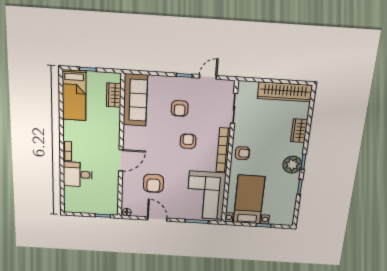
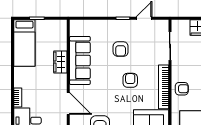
wardrobe: (114, 95) -> (60, 62), moved
sofa: (135, 100) -> (80, 60), moved
door: (121, 160) -> (68, 103), hinge flipped

